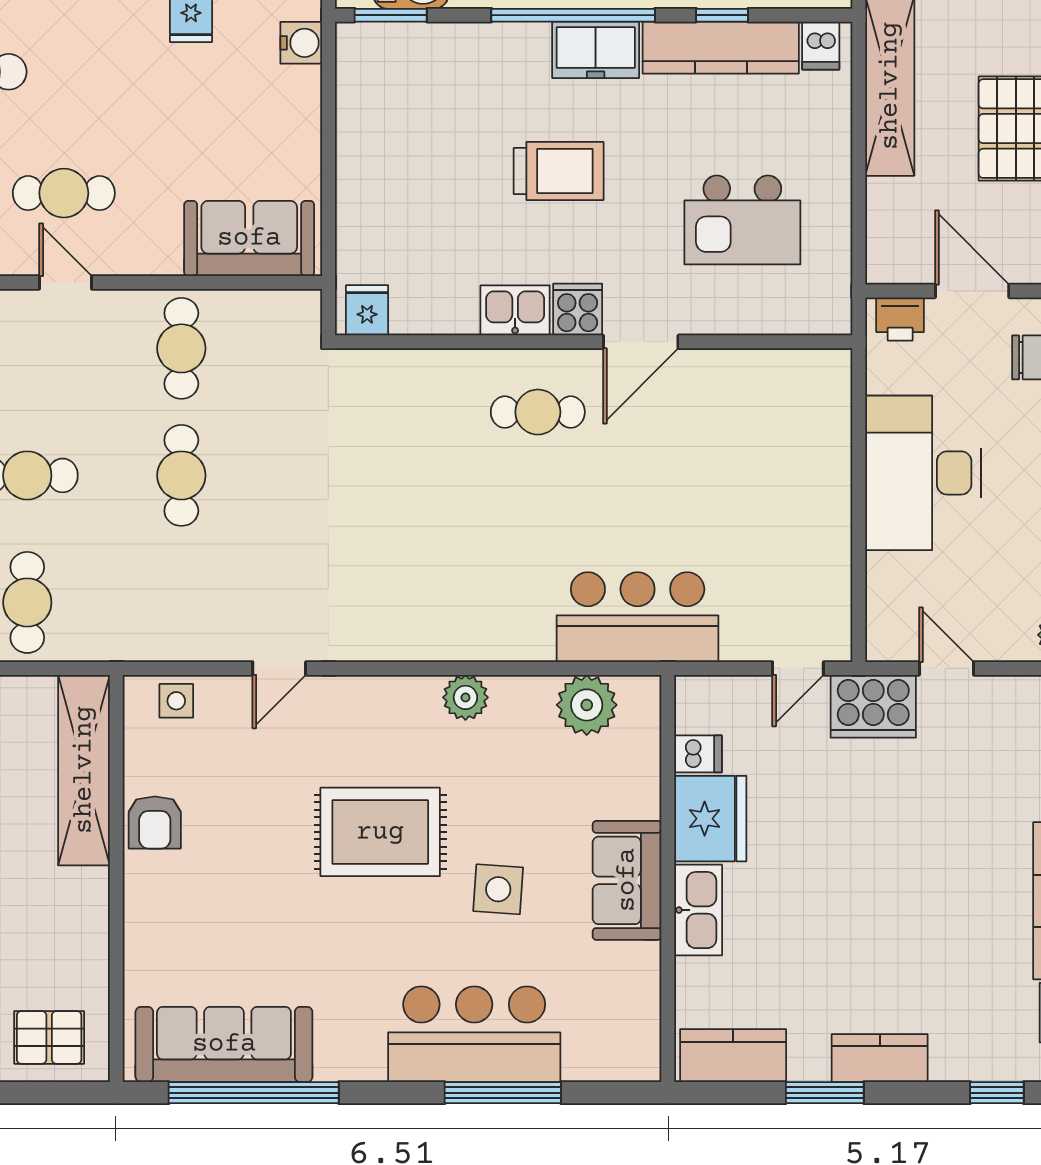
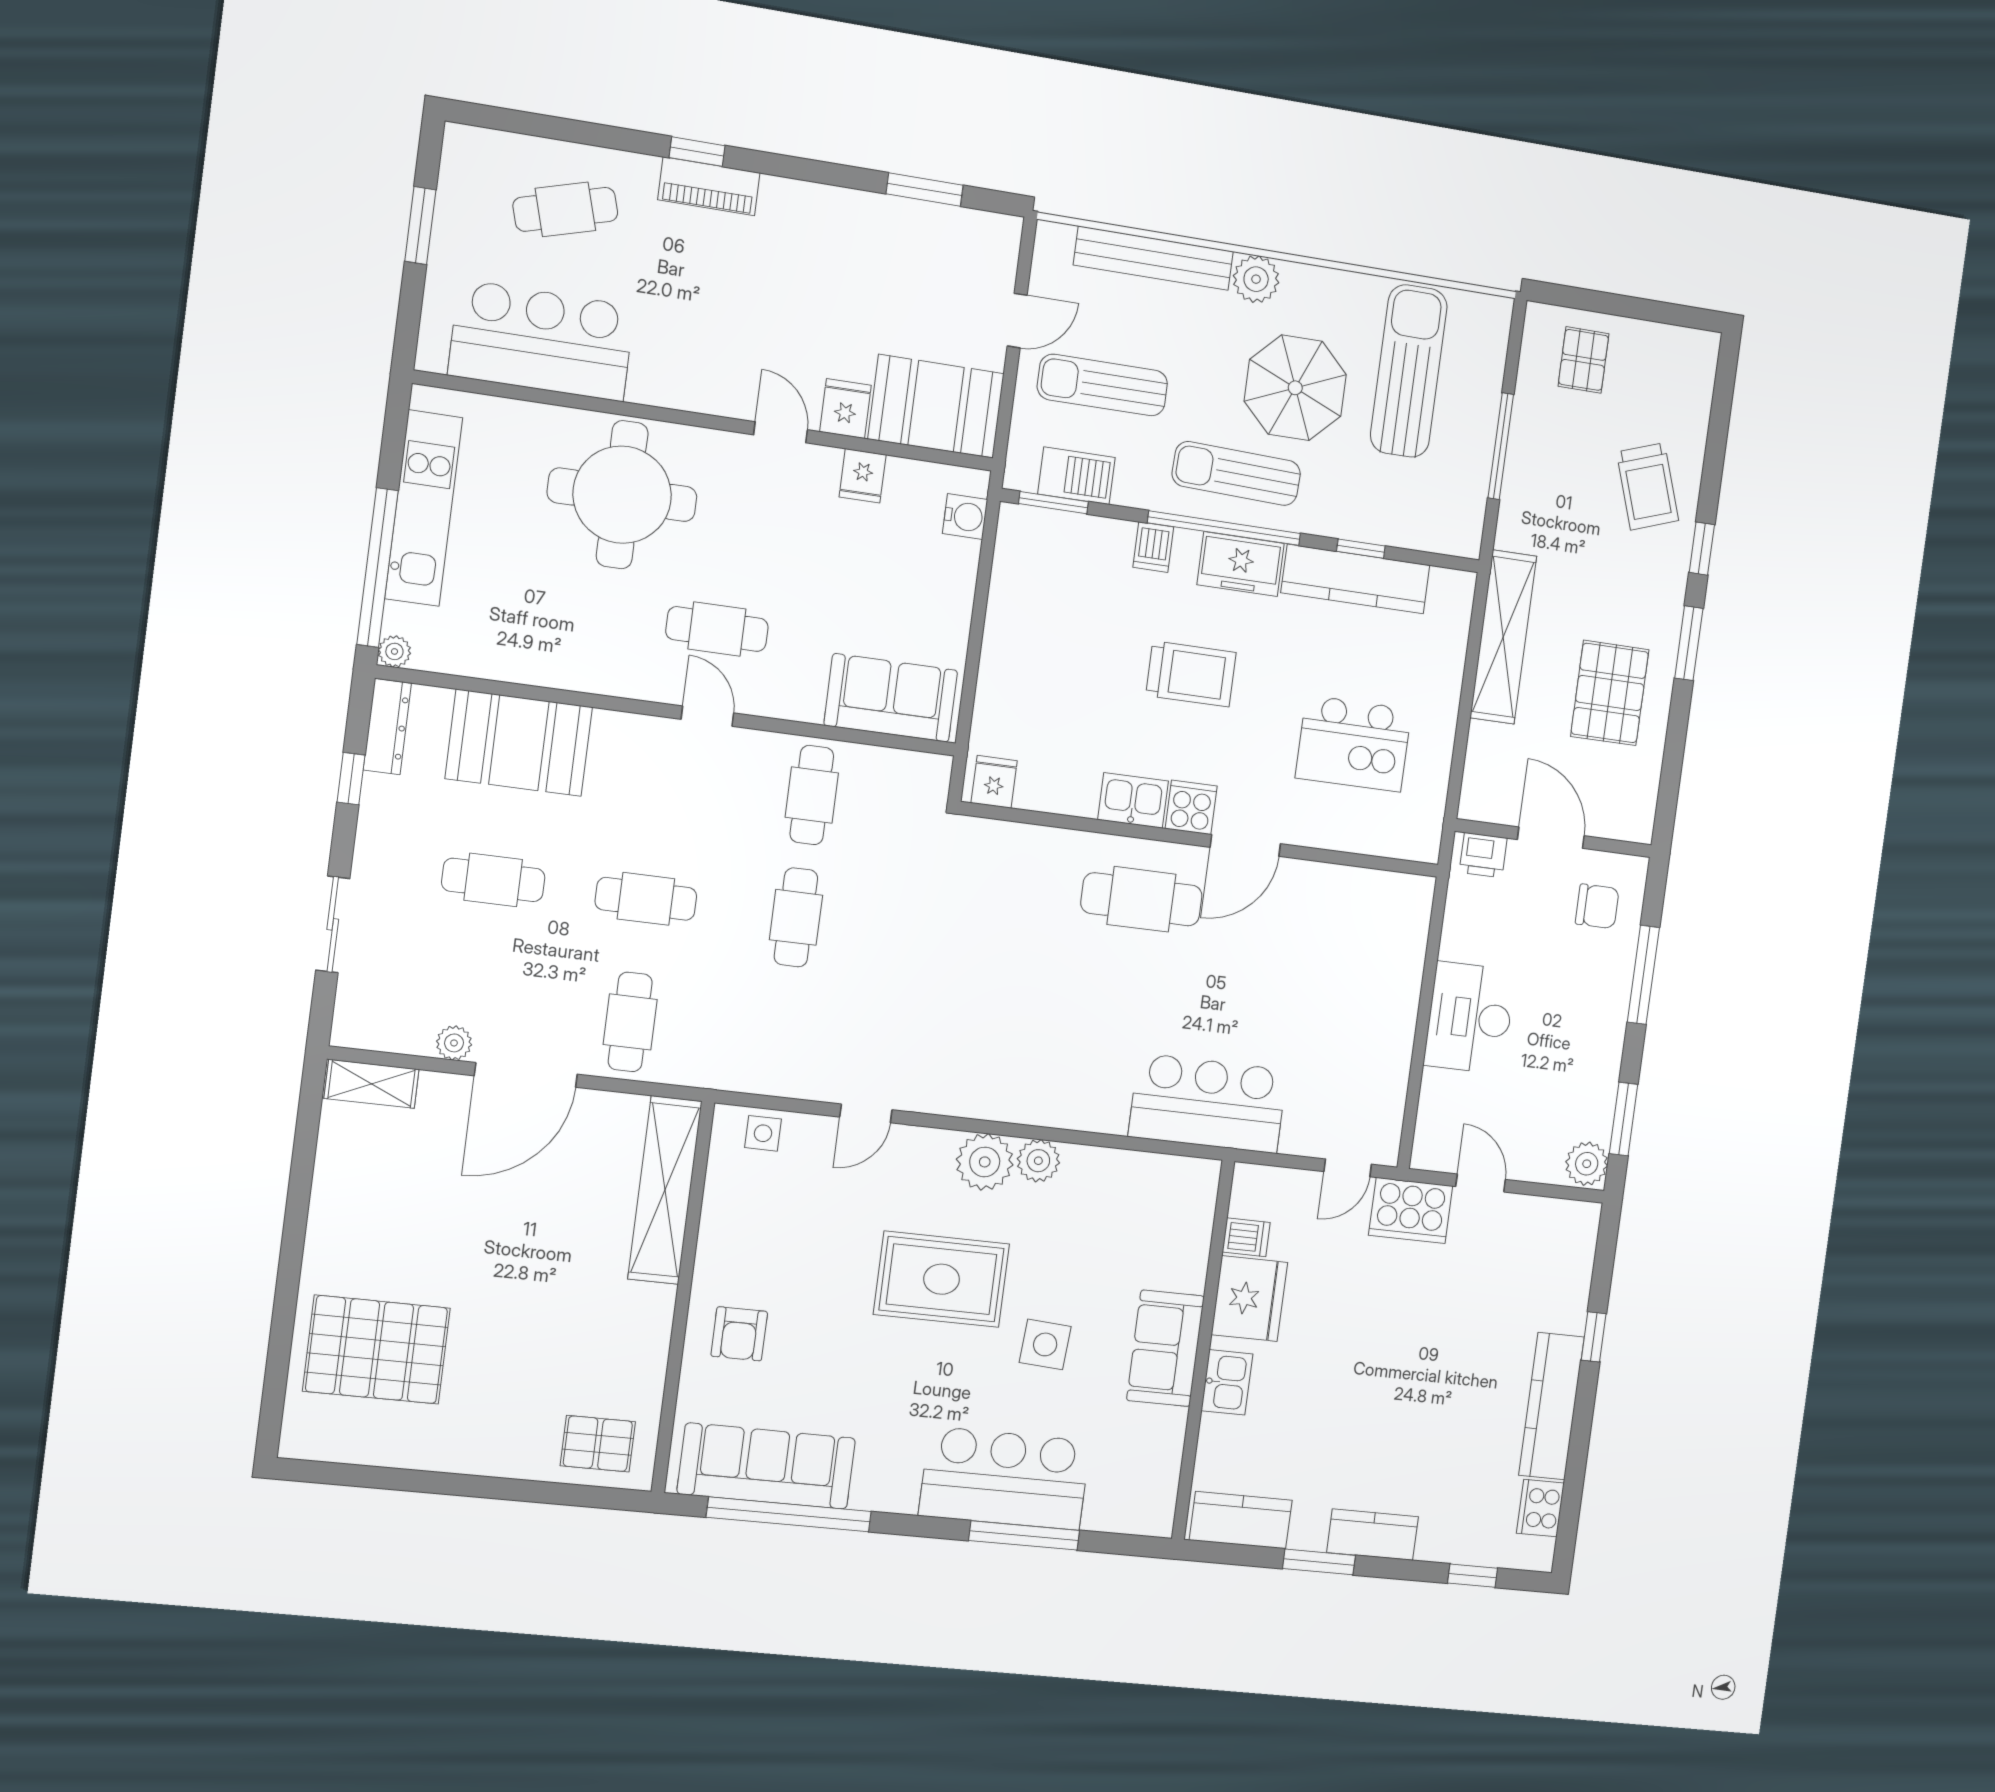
dishwasher: (821, 46) -> (1153, 547), moved
cafe table: (538, 412) -> (1141, 899), width x1.37, depth x1.35
desk: (923, 473) -> (1470, 1018), width x0.73, depth x0.77
plant: (587, 705) -> (985, 1162), moved
armchair: (155, 822) -> (739, 1334), moved
kitchen sink: (698, 910) -> (1227, 1382), width x0.73

